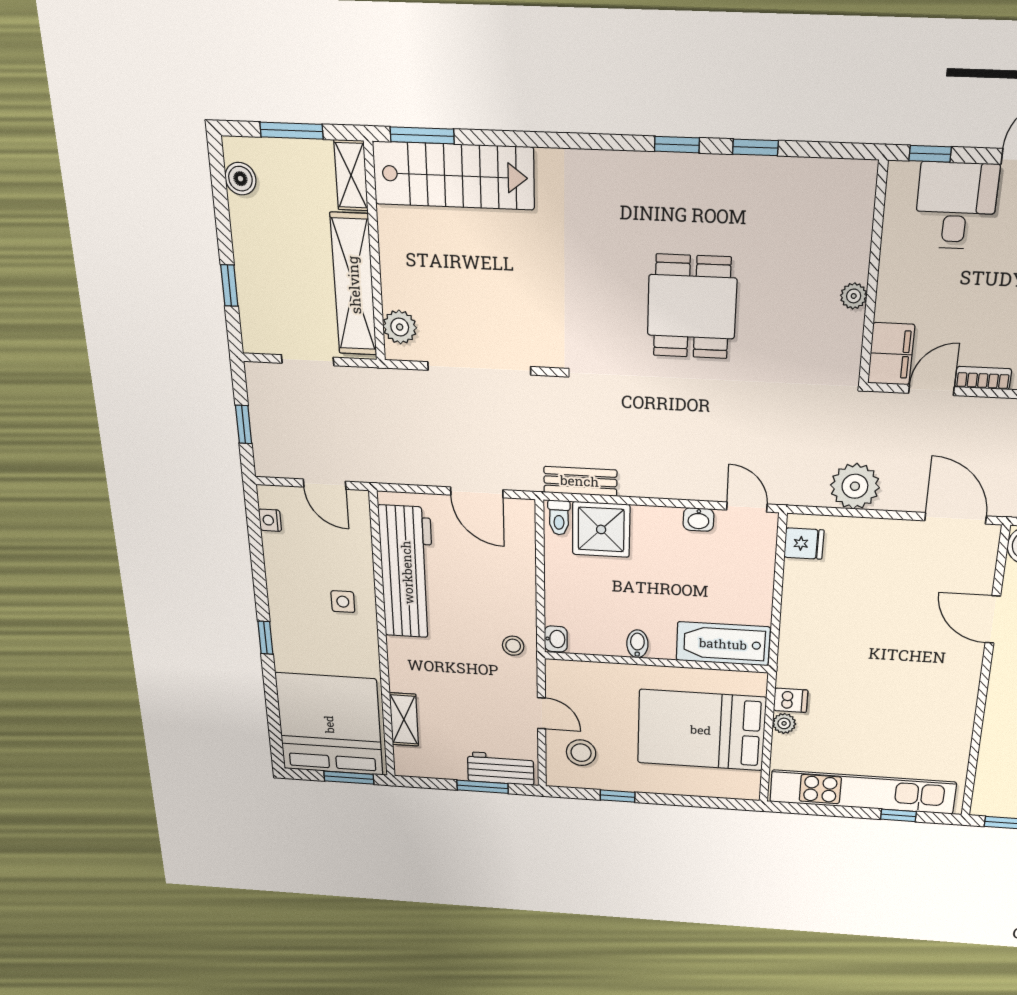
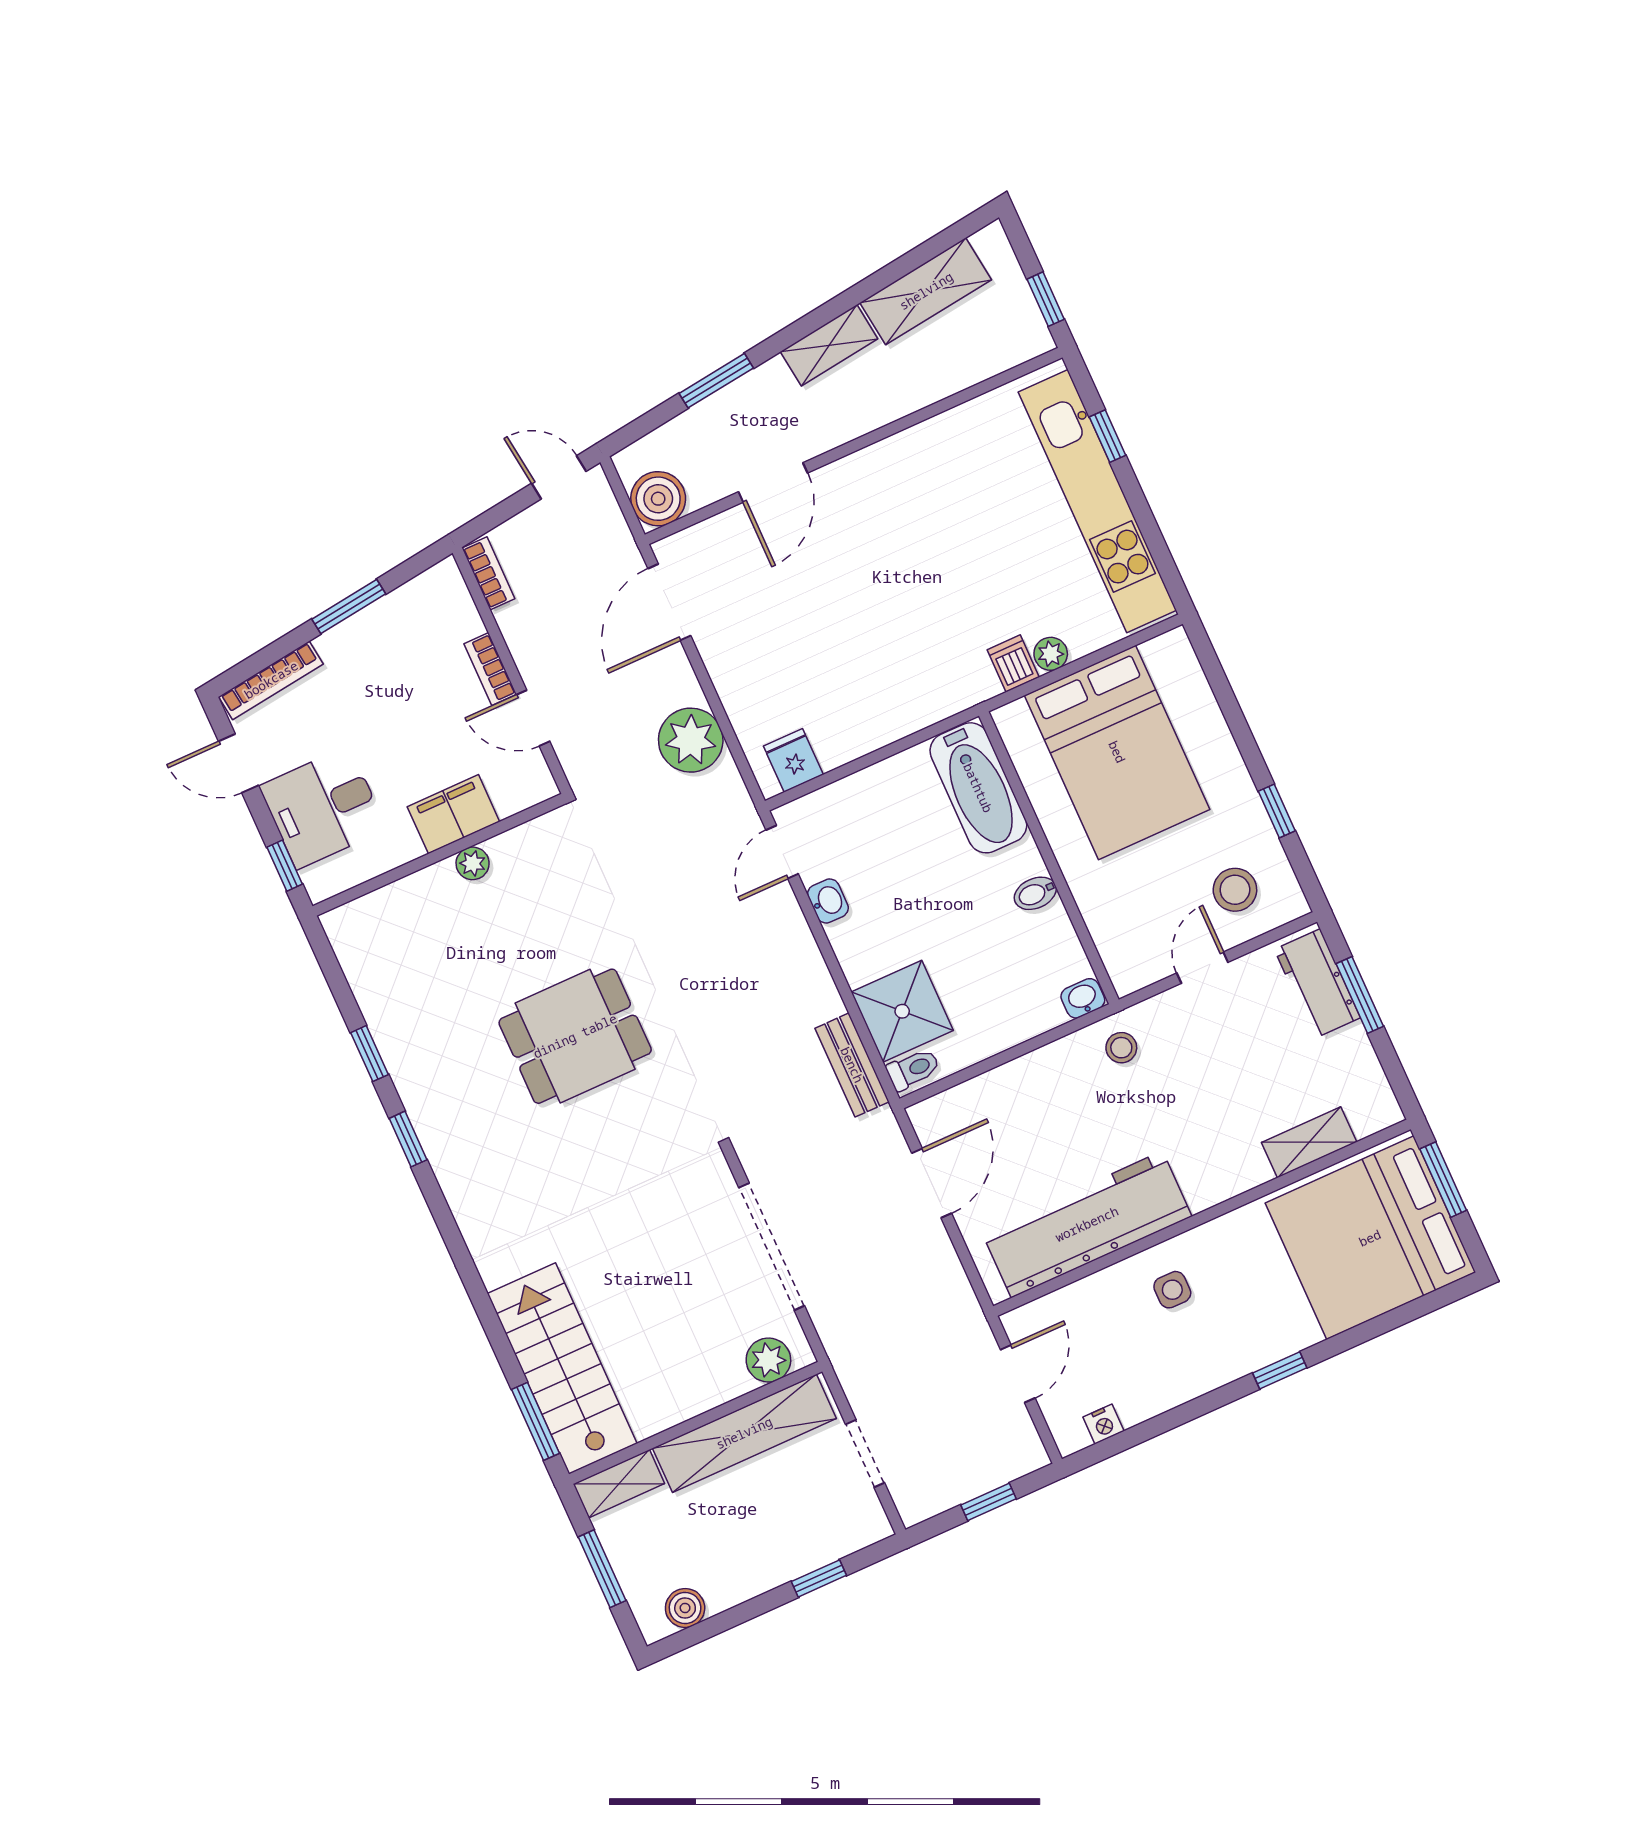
filing cabinet: (891, 354) -> (453, 814), moved

